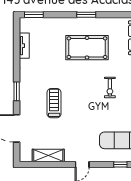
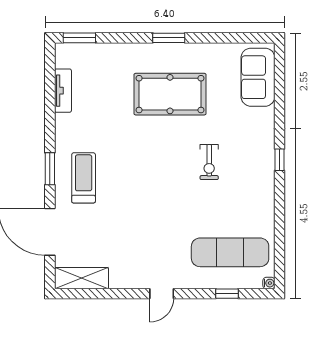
treadmill: (54, 103) -> (84, 178), moved
shelving: (48, 155) -> (82, 278), moved

